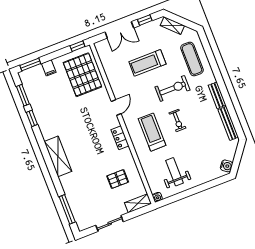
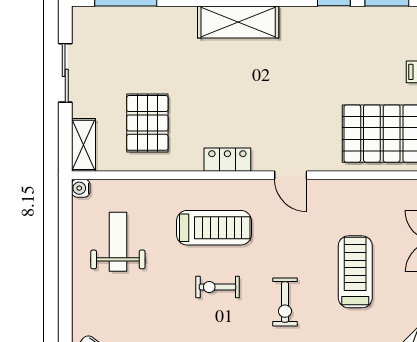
exercise bike: (173, 88) -> (285, 302), width x0.73, depth x0.72
weight bench: (175, 172) -> (118, 242), turned -90
pallet: (118, 179) -> (147, 123), width x1.50, depth x1.42

